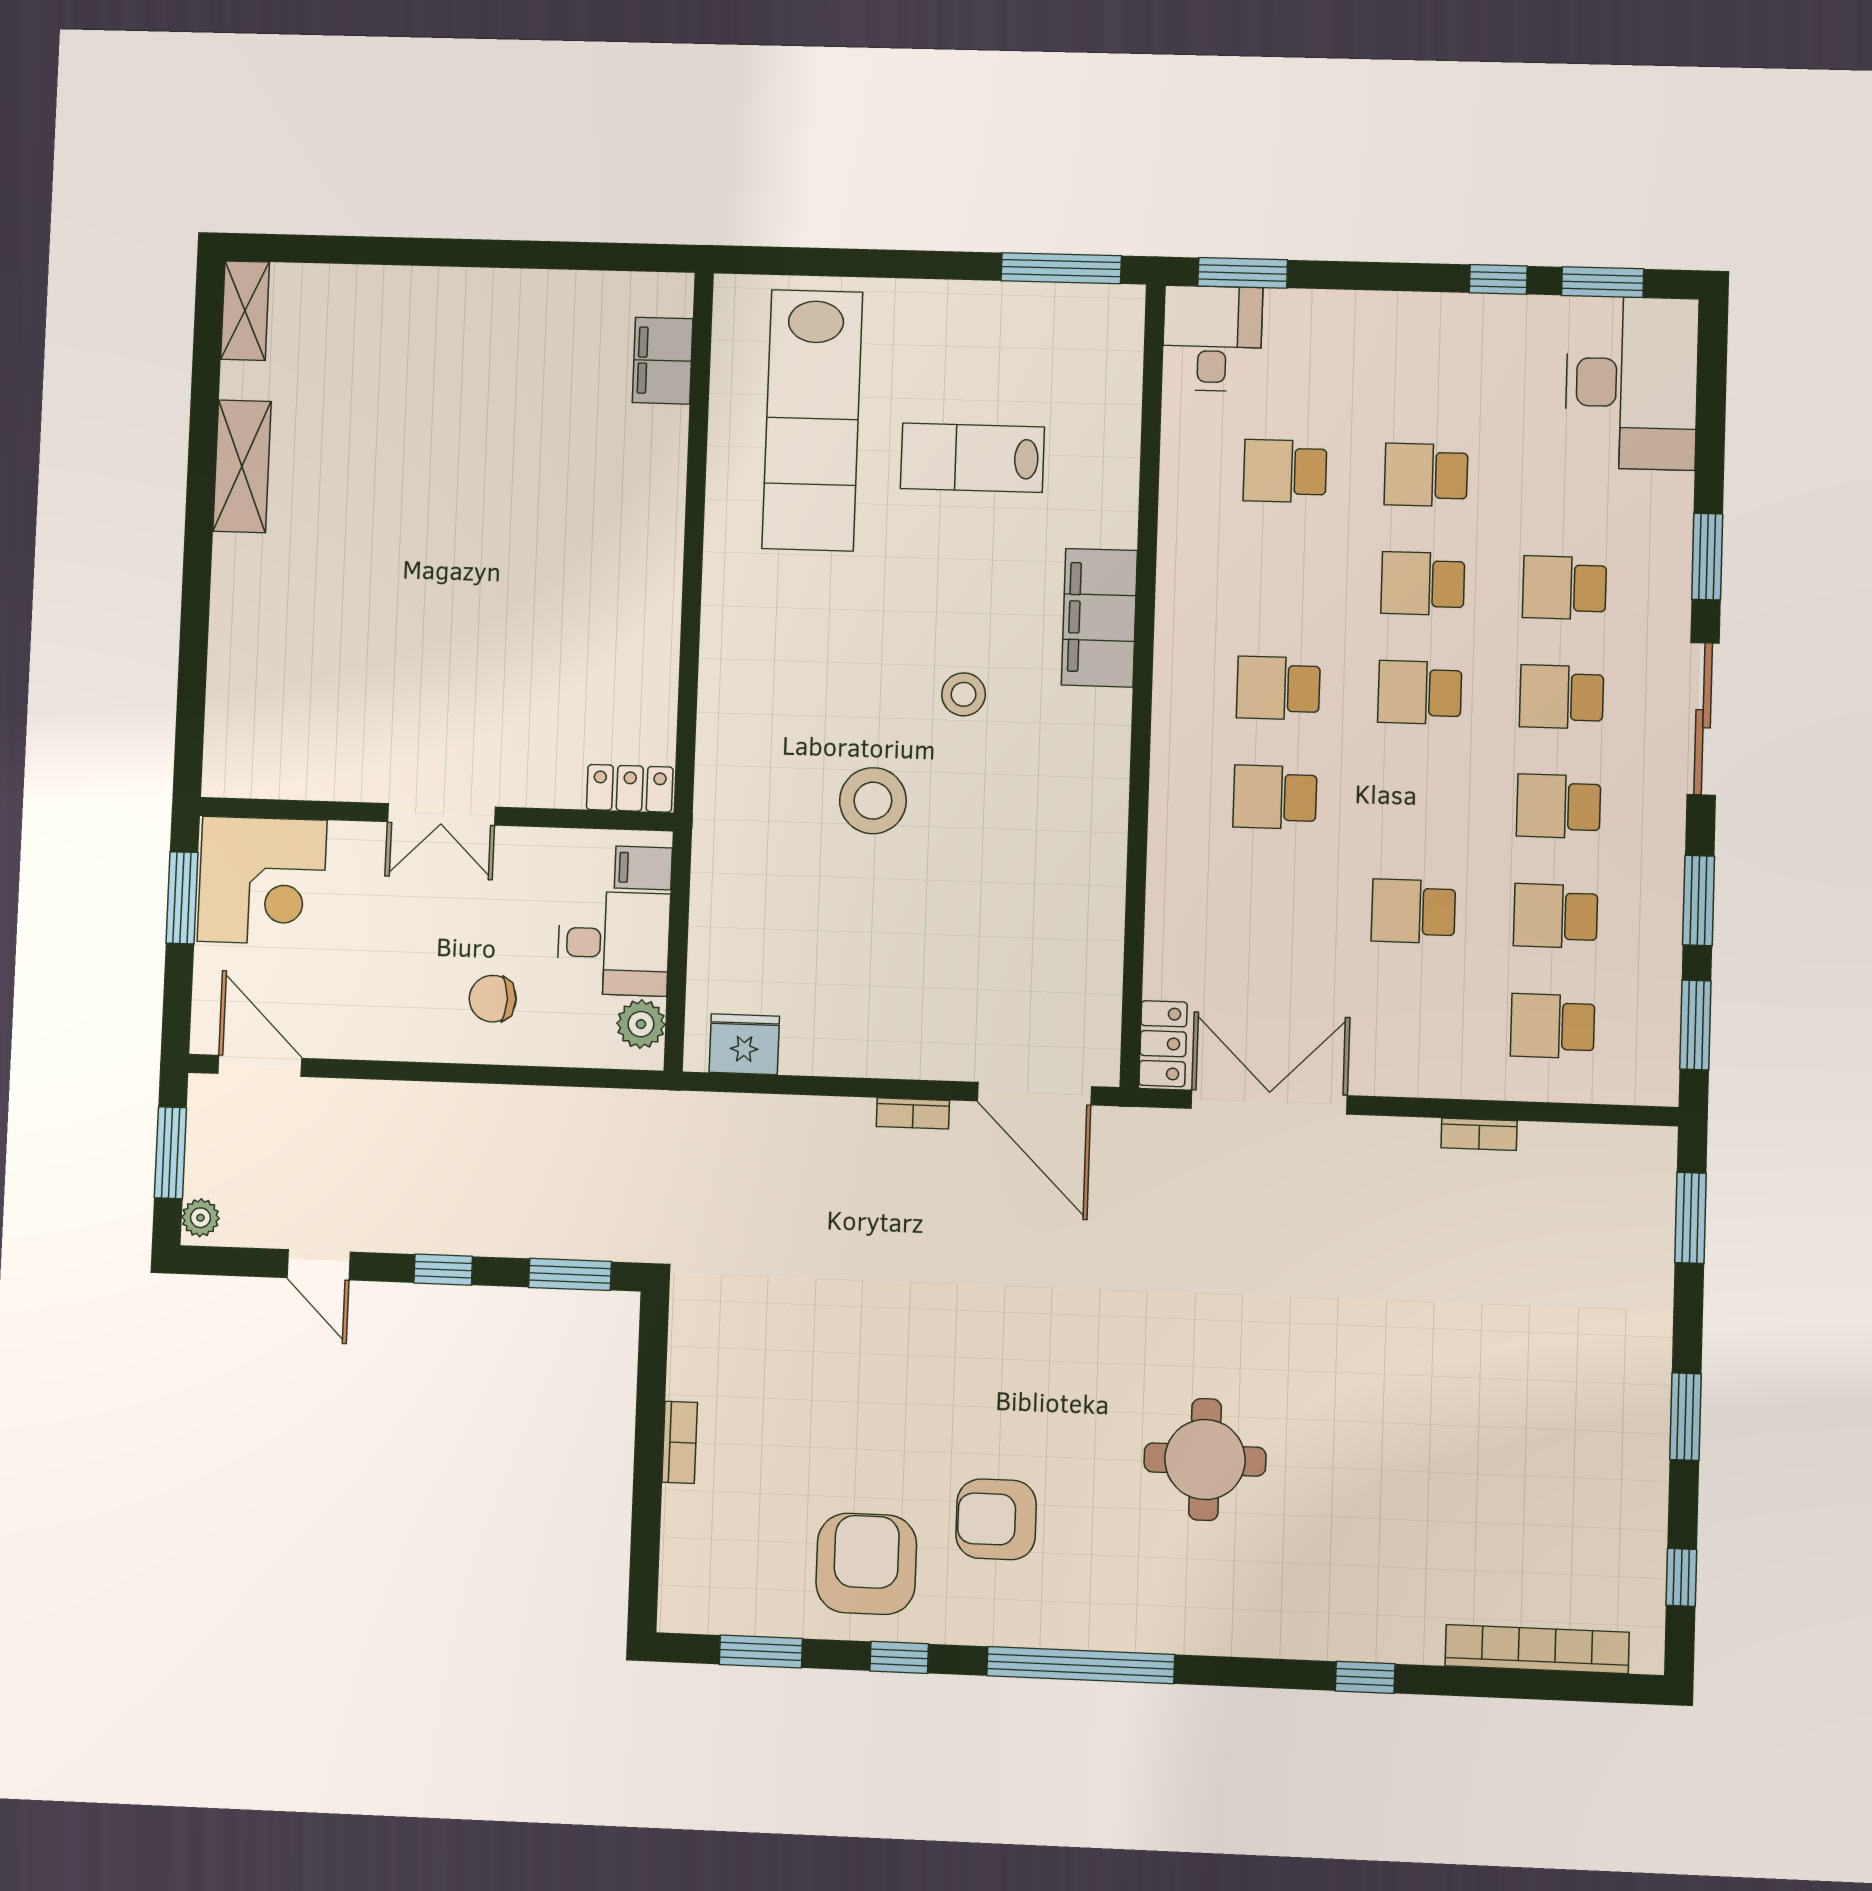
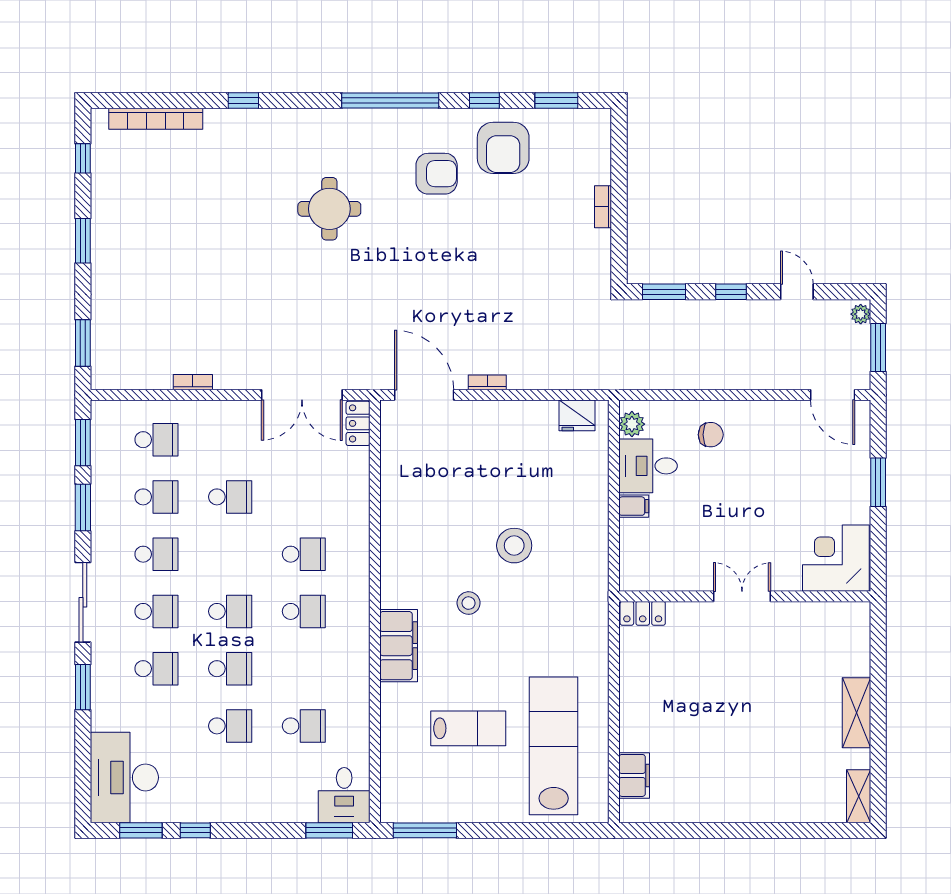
locker: (630, 788) -> (643, 613), moved
wall: (436, 814) -> (745, 596), moved
double door: (441, 814) -> (742, 596), moved
corner desk: (262, 881) -> (836, 558), moved

